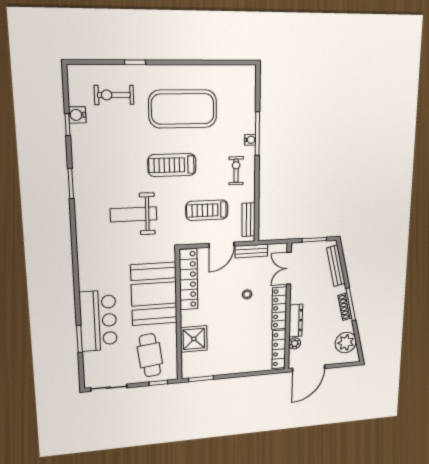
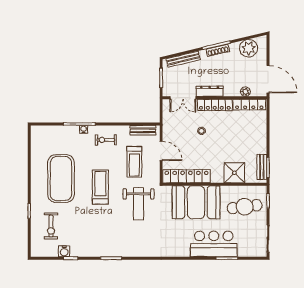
treadmill: (172, 165) -> (100, 187), turned 180
weight bench: (134, 214) -> (139, 204), moved
bench: (251, 251) -> (262, 167), moved
dresser: (296, 321) -> (210, 91), moved

